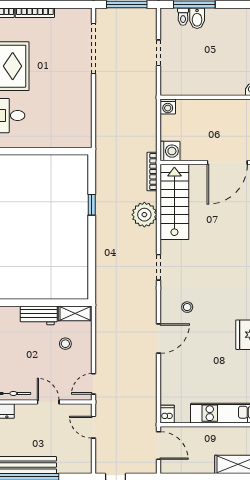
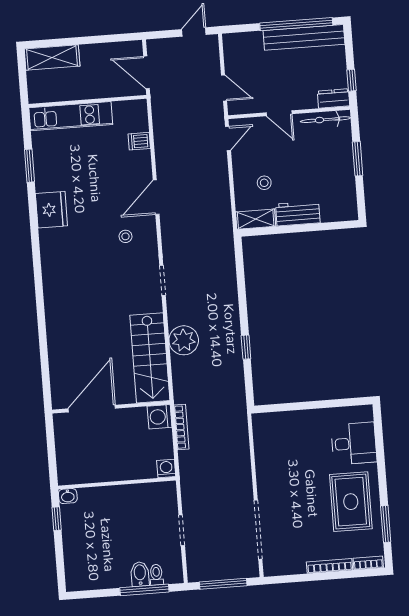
bookcase: (152, 172) -> (181, 427), moved
dishwasher: (167, 414) -> (139, 141), moved, turned 90

